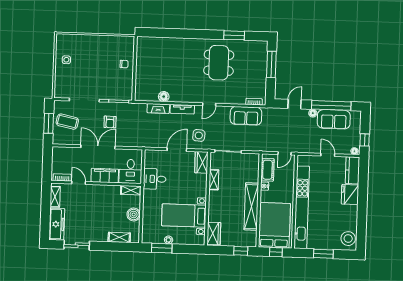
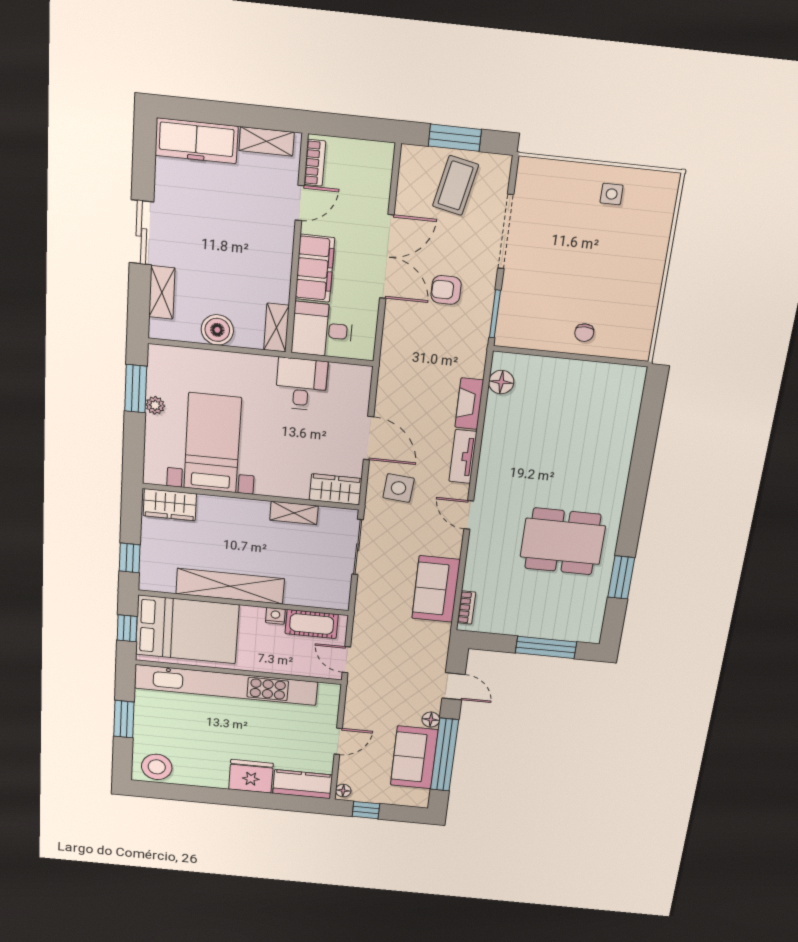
floor lamp: (164, 97) -> (501, 382), moved
sliding door: (77, 245) -> (141, 232), moved

